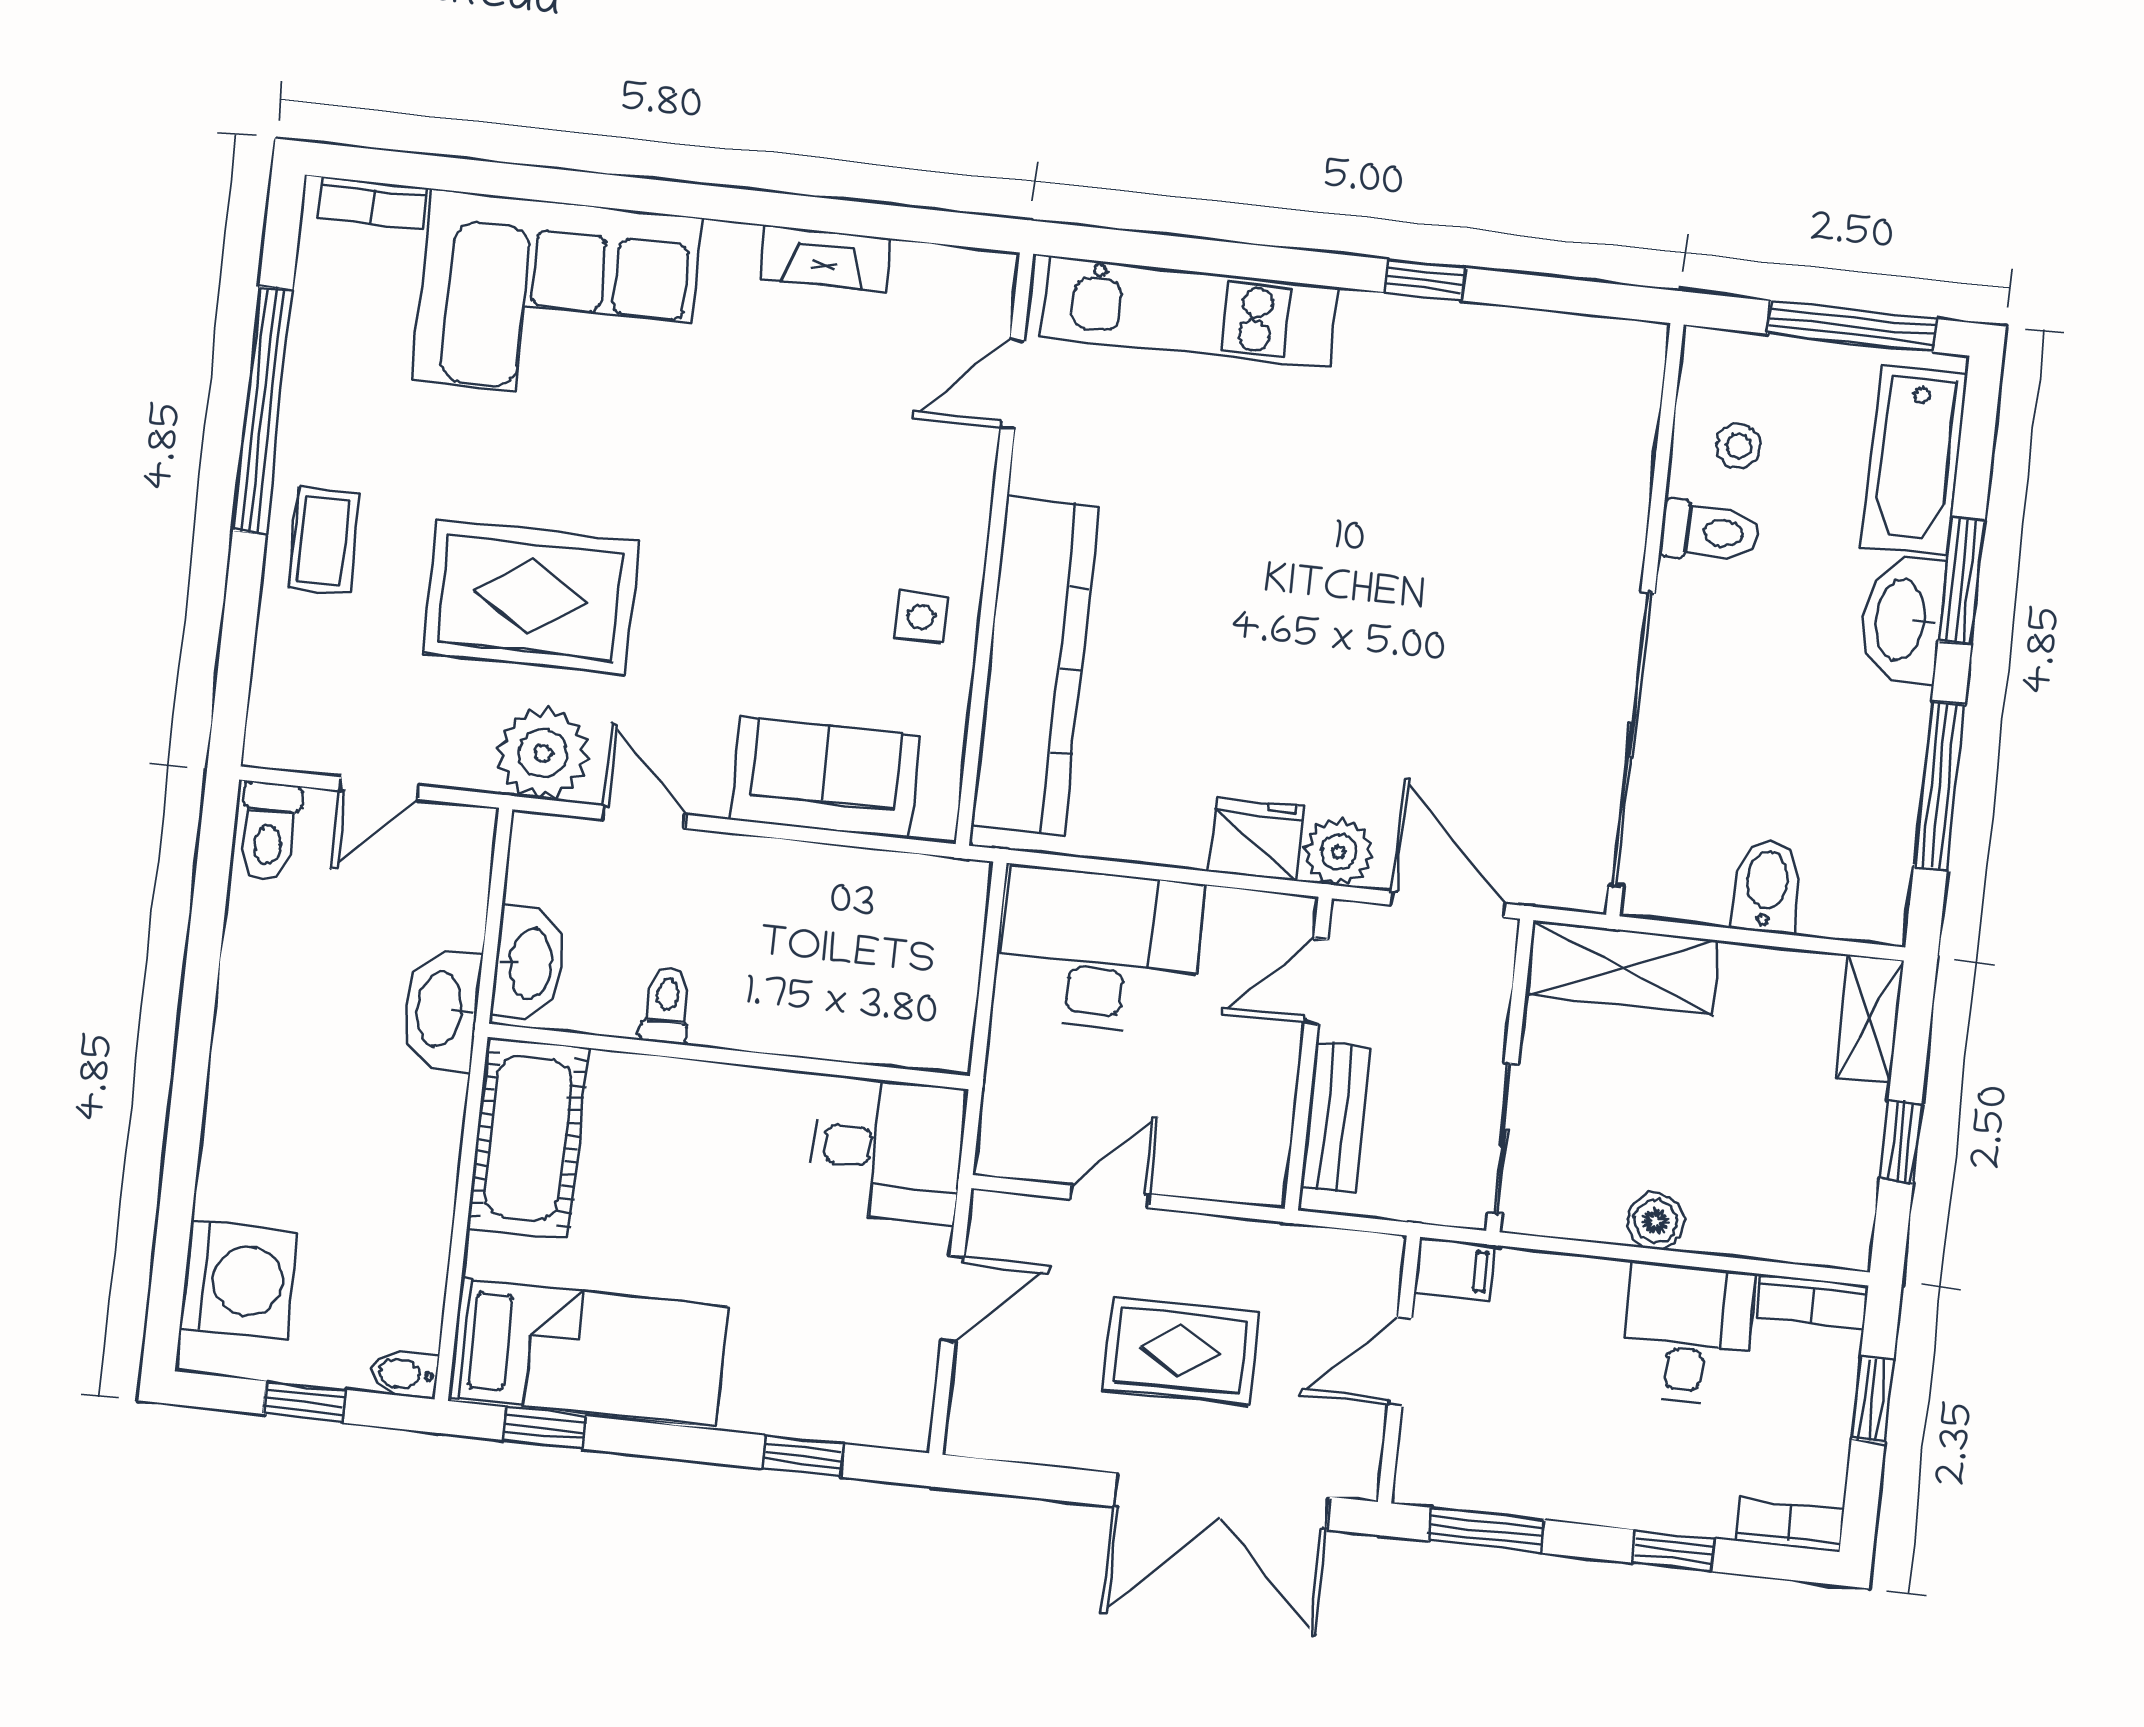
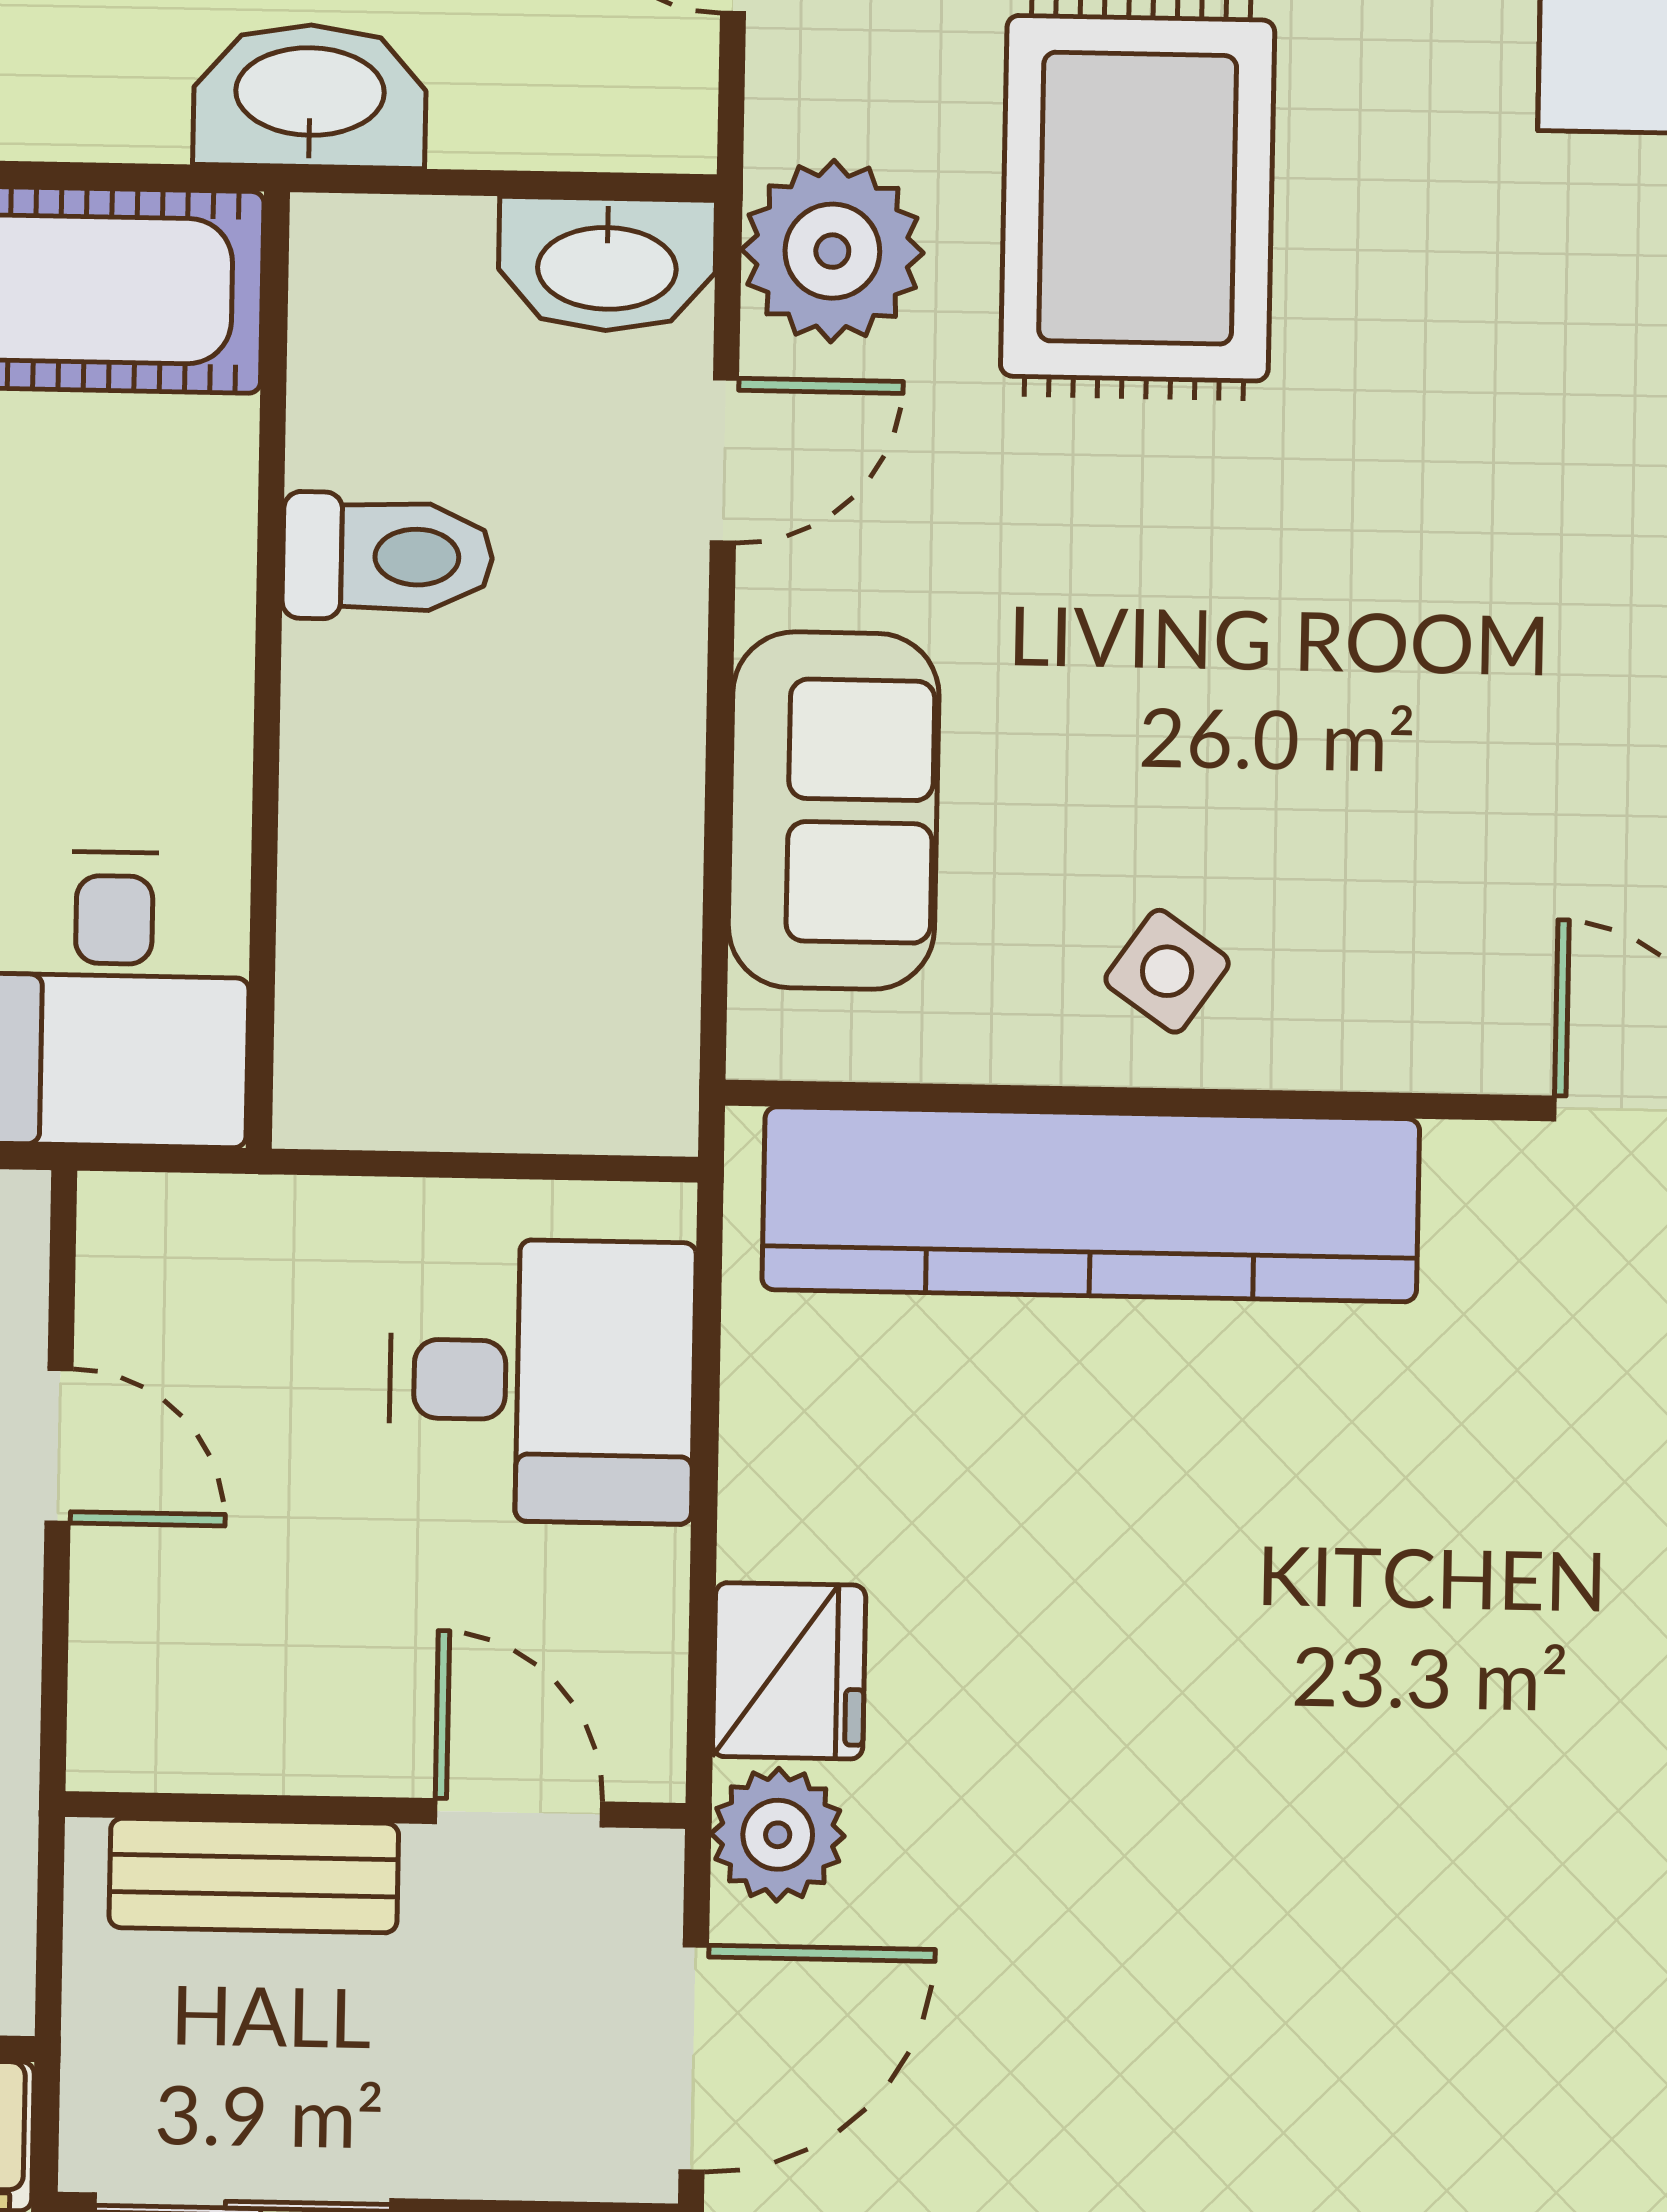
side table: (921, 617) -> (1167, 971), turned 35
desk: (1099, 950) -> (542, 1381), width x0.73
washbasin: (529, 963) -> (607, 264), moved
toilet: (667, 1005) -> (388, 557), width x1.37, depth x1.39

